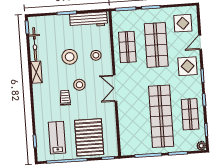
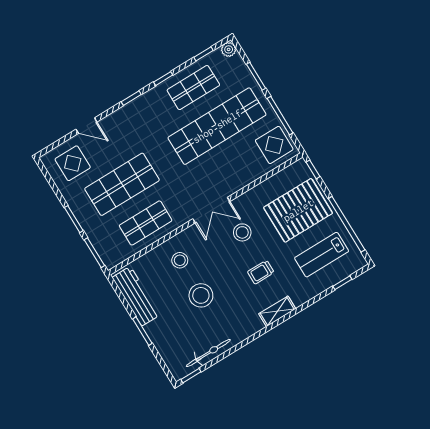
display table: (188, 66) -> (274, 145), moved
shelving: (36, 72) -> (277, 311), moved
stool: (79, 85) -> (242, 232), moved

